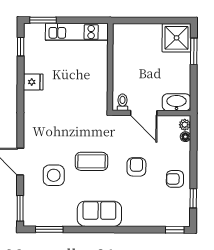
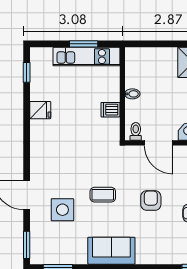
window: (43, 20) -> (84, 44), moved
bidet: (119, 67) -> (132, 94), added
dishwasher: (99, 82) -> (110, 110), added
coffee table: (91, 161) -> (103, 195), width x0.73, depth x0.77

